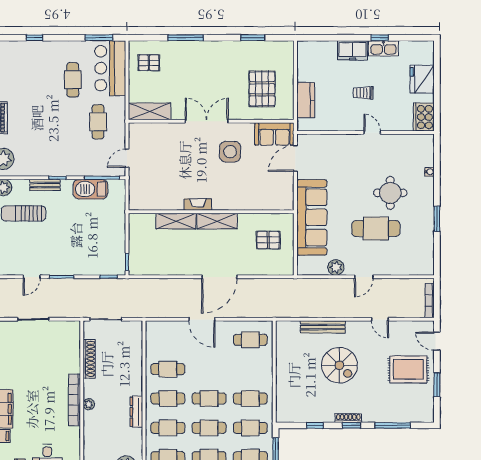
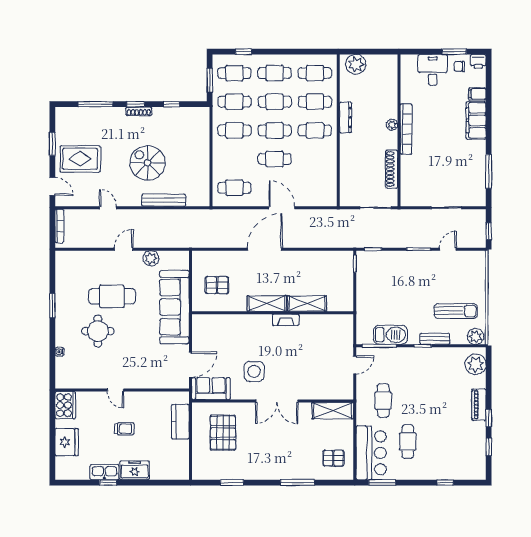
cafe table: (168, 369) -> (275, 159), moved

